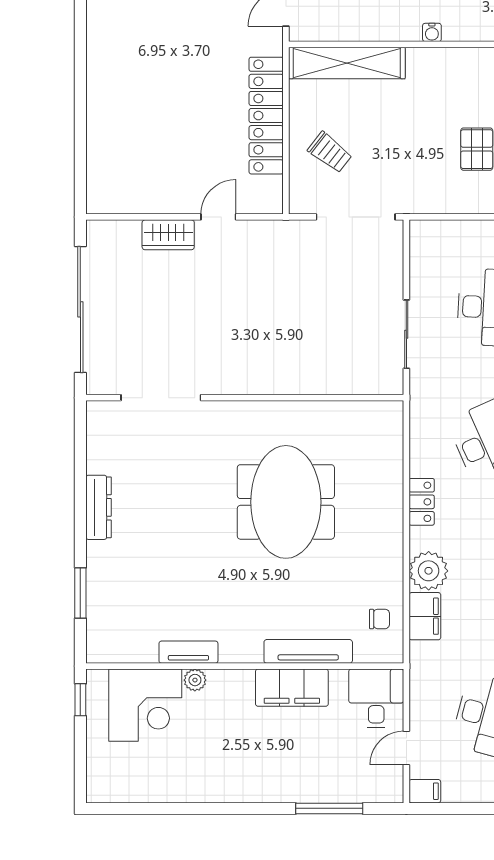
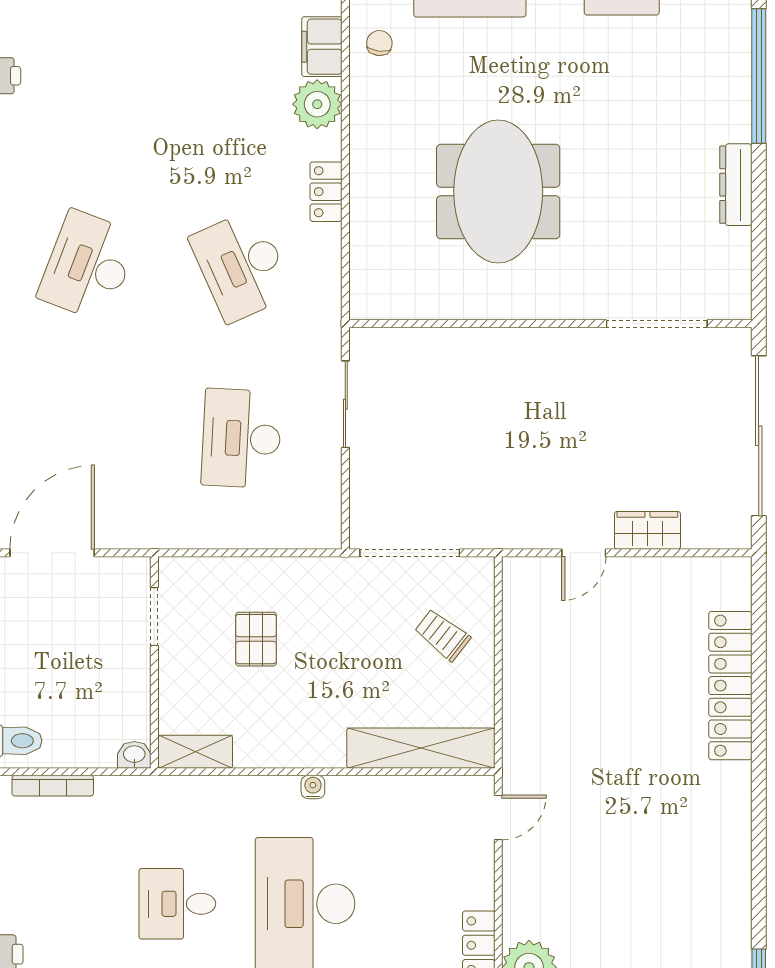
locker: (266, 116) -> (730, 686), moved, turned 180
window: (80, 593) -> (759, 76), width x2.11
chair: (380, 619) -> (379, 43), turned 97

